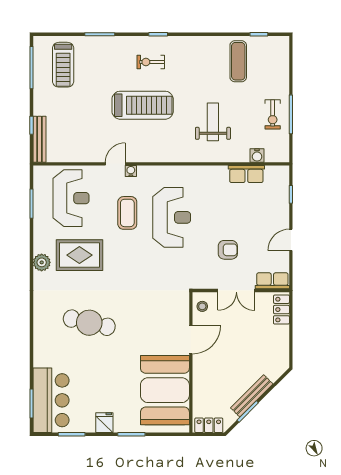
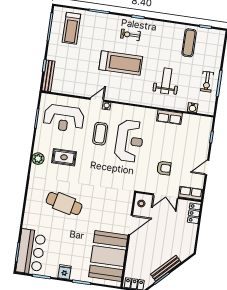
row of seats: (246, 174) -> (169, 117), moved
reception desk: (71, 198) -> (64, 118), turned 90
rug: (79, 255) -> (64, 157), width x0.73, depth x0.70

